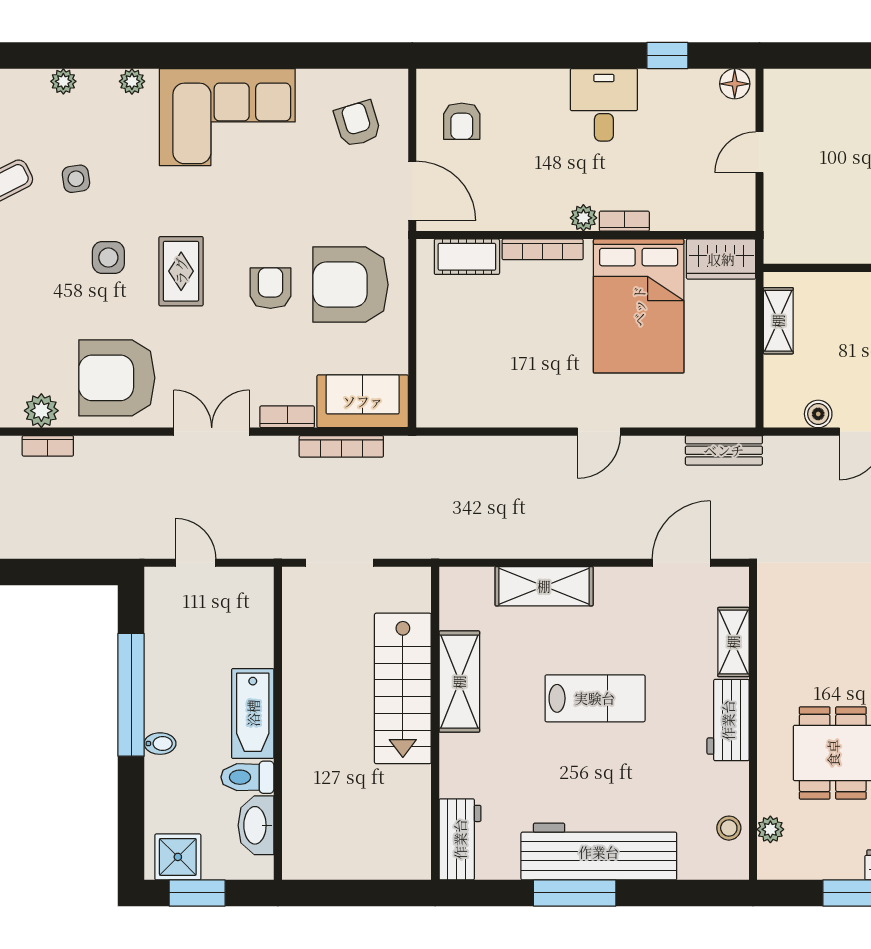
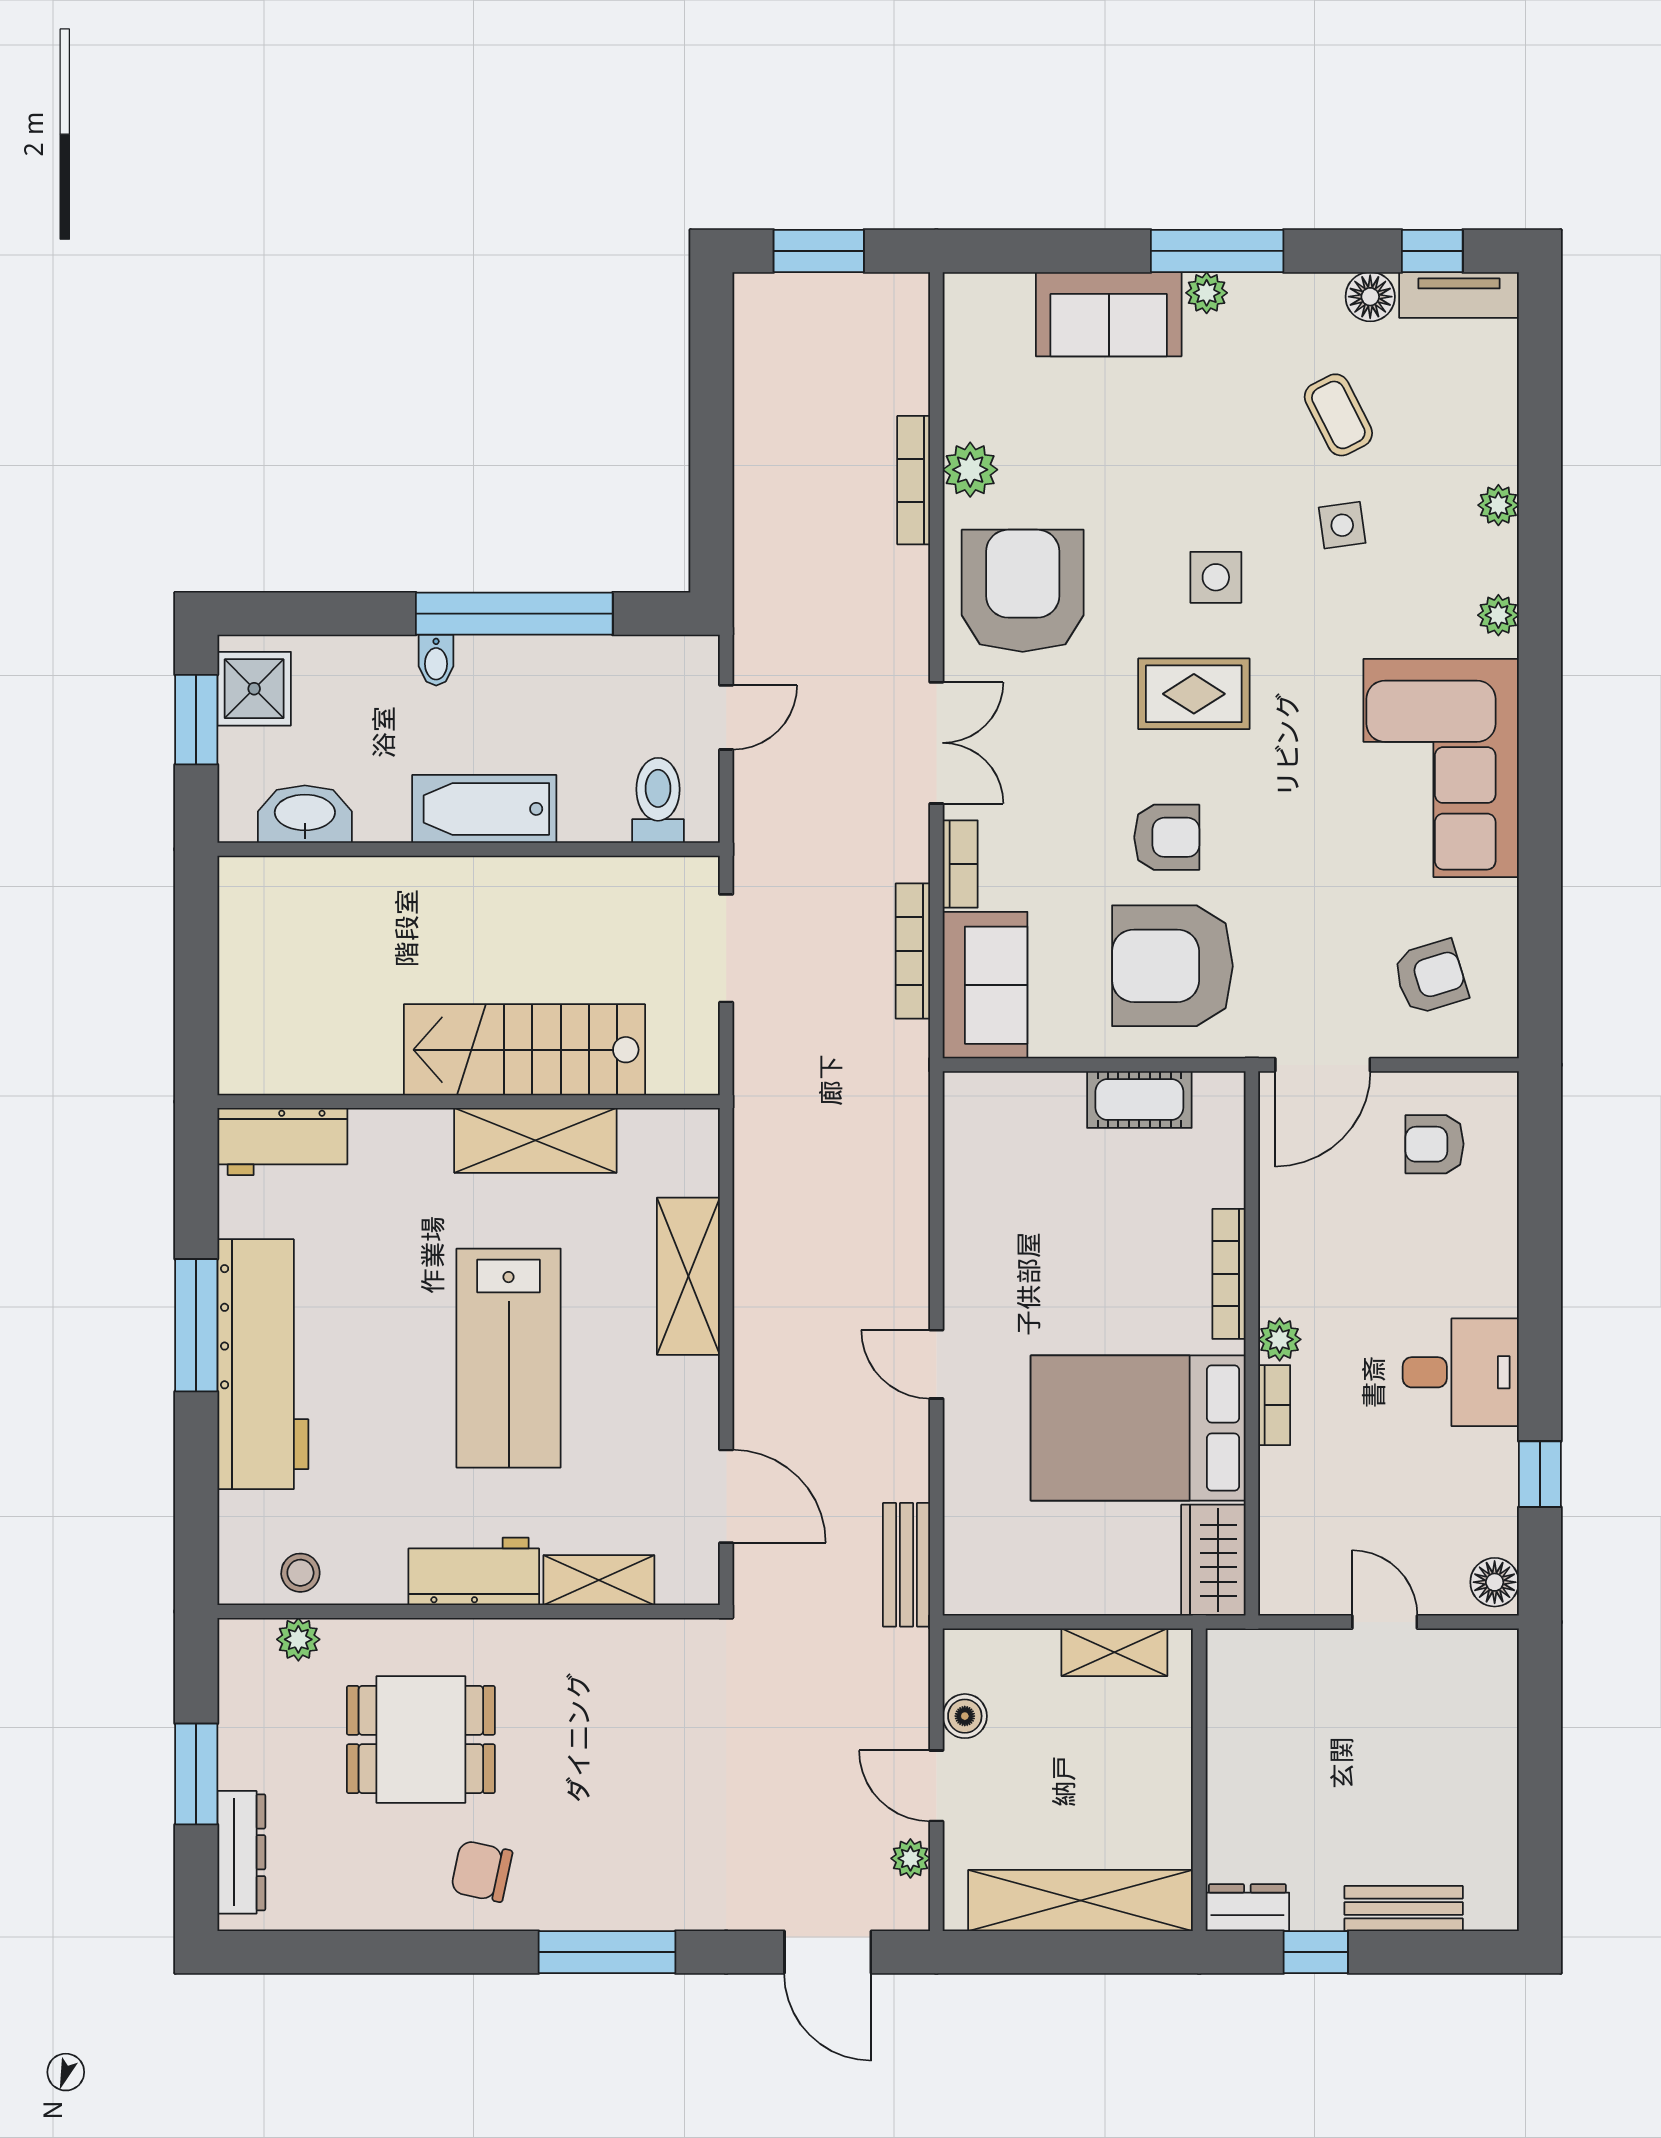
cot: (467, 257) -> (1139, 1100), moved, turned 90
armchair: (351, 285) -> (1172, 966), turned -90
bookcase: (48, 446) -> (914, 480), width x1.56
lab bench: (595, 698) -> (509, 1358), width x1.36, depth x1.39
toilet: (247, 777) -> (658, 800), moved

